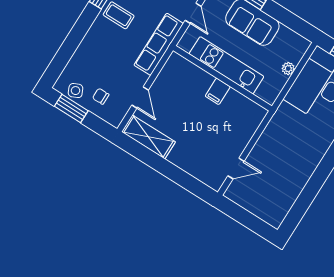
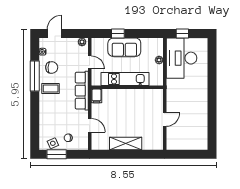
filing cabinet: (218, 91) -> (96, 96), moved
shelving: (148, 137) -> (126, 143), moved
door: (236, 168) -> (165, 120), moved

